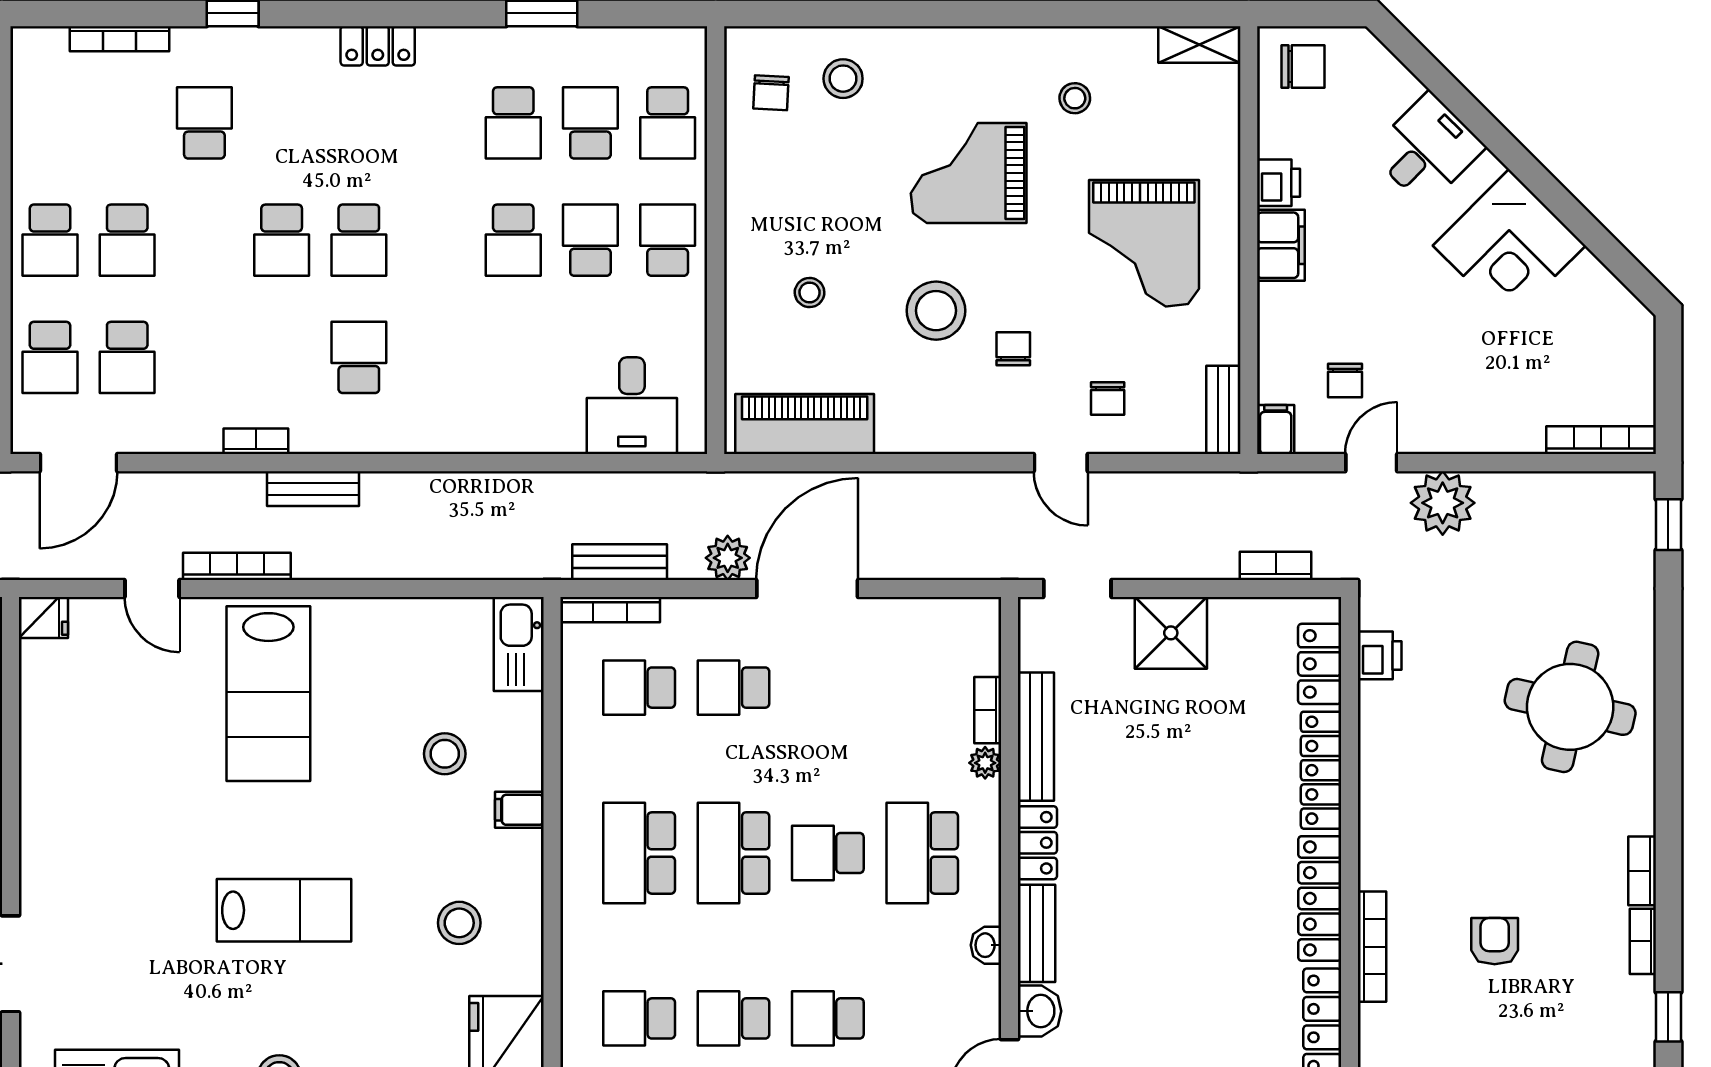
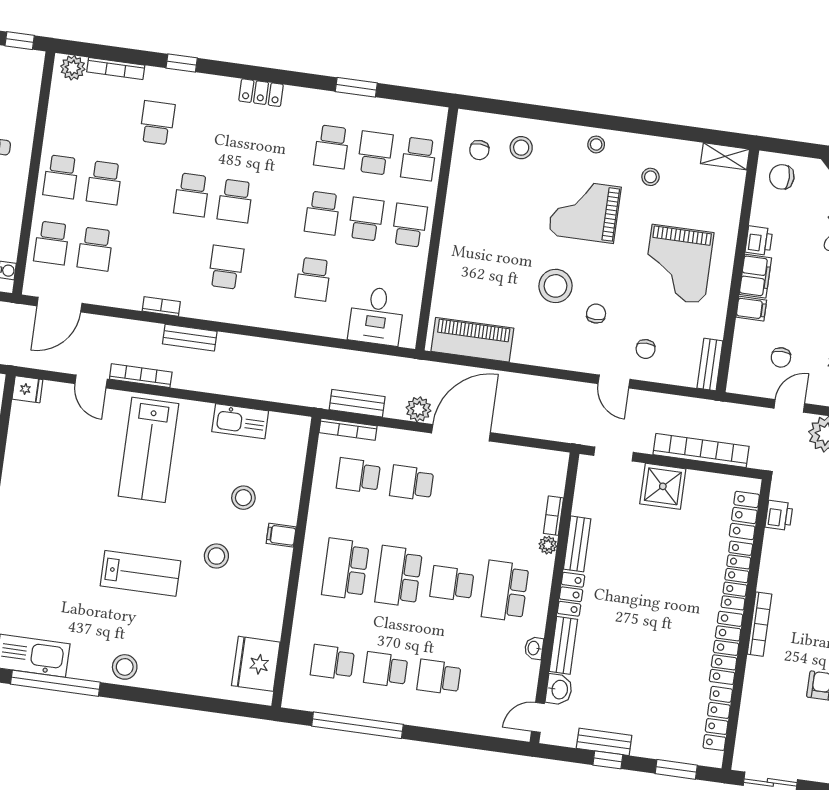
plant: (45, 48) -> (73, 68), added
chair: (1303, 67) -> (782, 177), turned 180
stool: (810, 292) -> (596, 144), moved
school desk: (513, 357) -> (313, 279), added
filing cabinet: (1276, 430) -> (751, 309), moved, turned 90
bookcase: (1276, 566) -> (701, 450), width x2.31, depth x1.31
kitchen sink: (519, 644) -> (240, 421), moved, turned -90
bench: (1036, 737) -> (577, 544), width x0.73
stool: (459, 923) -> (216, 556), moved
bookcase: (1372, 947) -> (759, 624), moved

